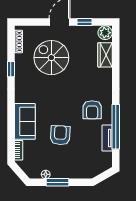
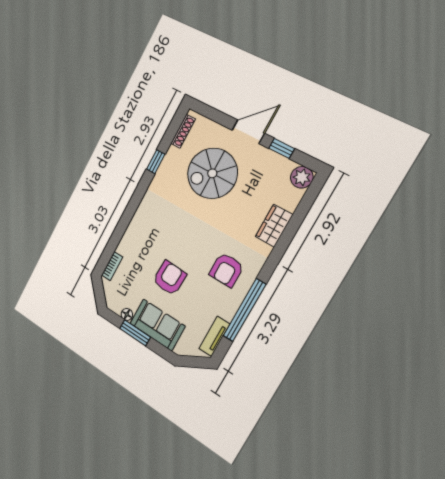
wardrobe: (105, 55) -> (274, 226), moved
spiral stairs: (51, 58) -> (212, 173), turned -90
sofa: (25, 121) -> (157, 325), moved, turned -90
tv unit: (107, 138) -> (214, 336), moved

